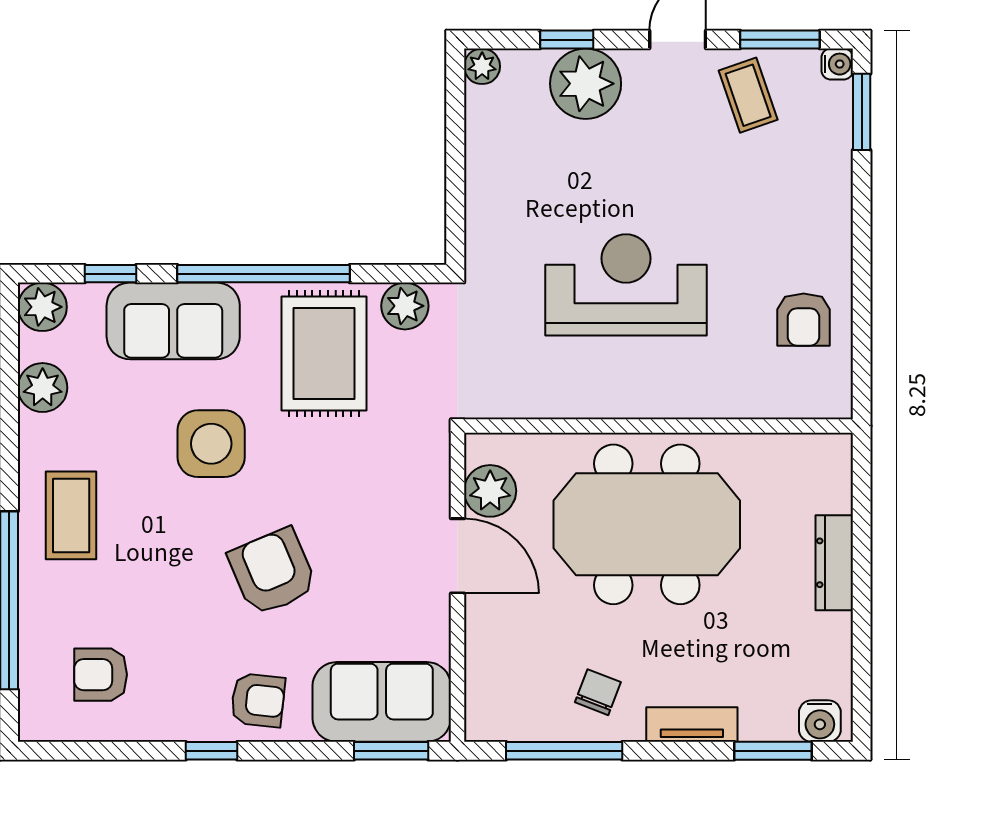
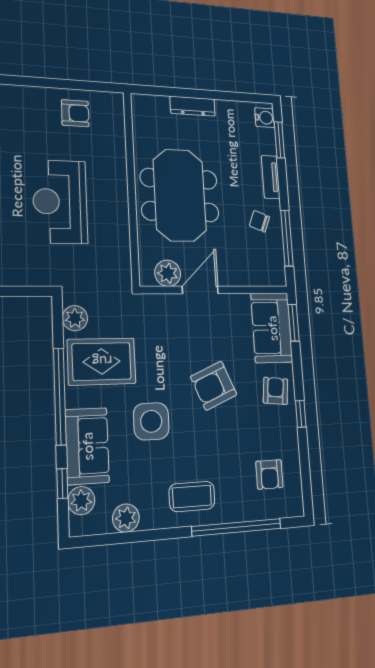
plant: (42, 307) -> (81, 501), moved

